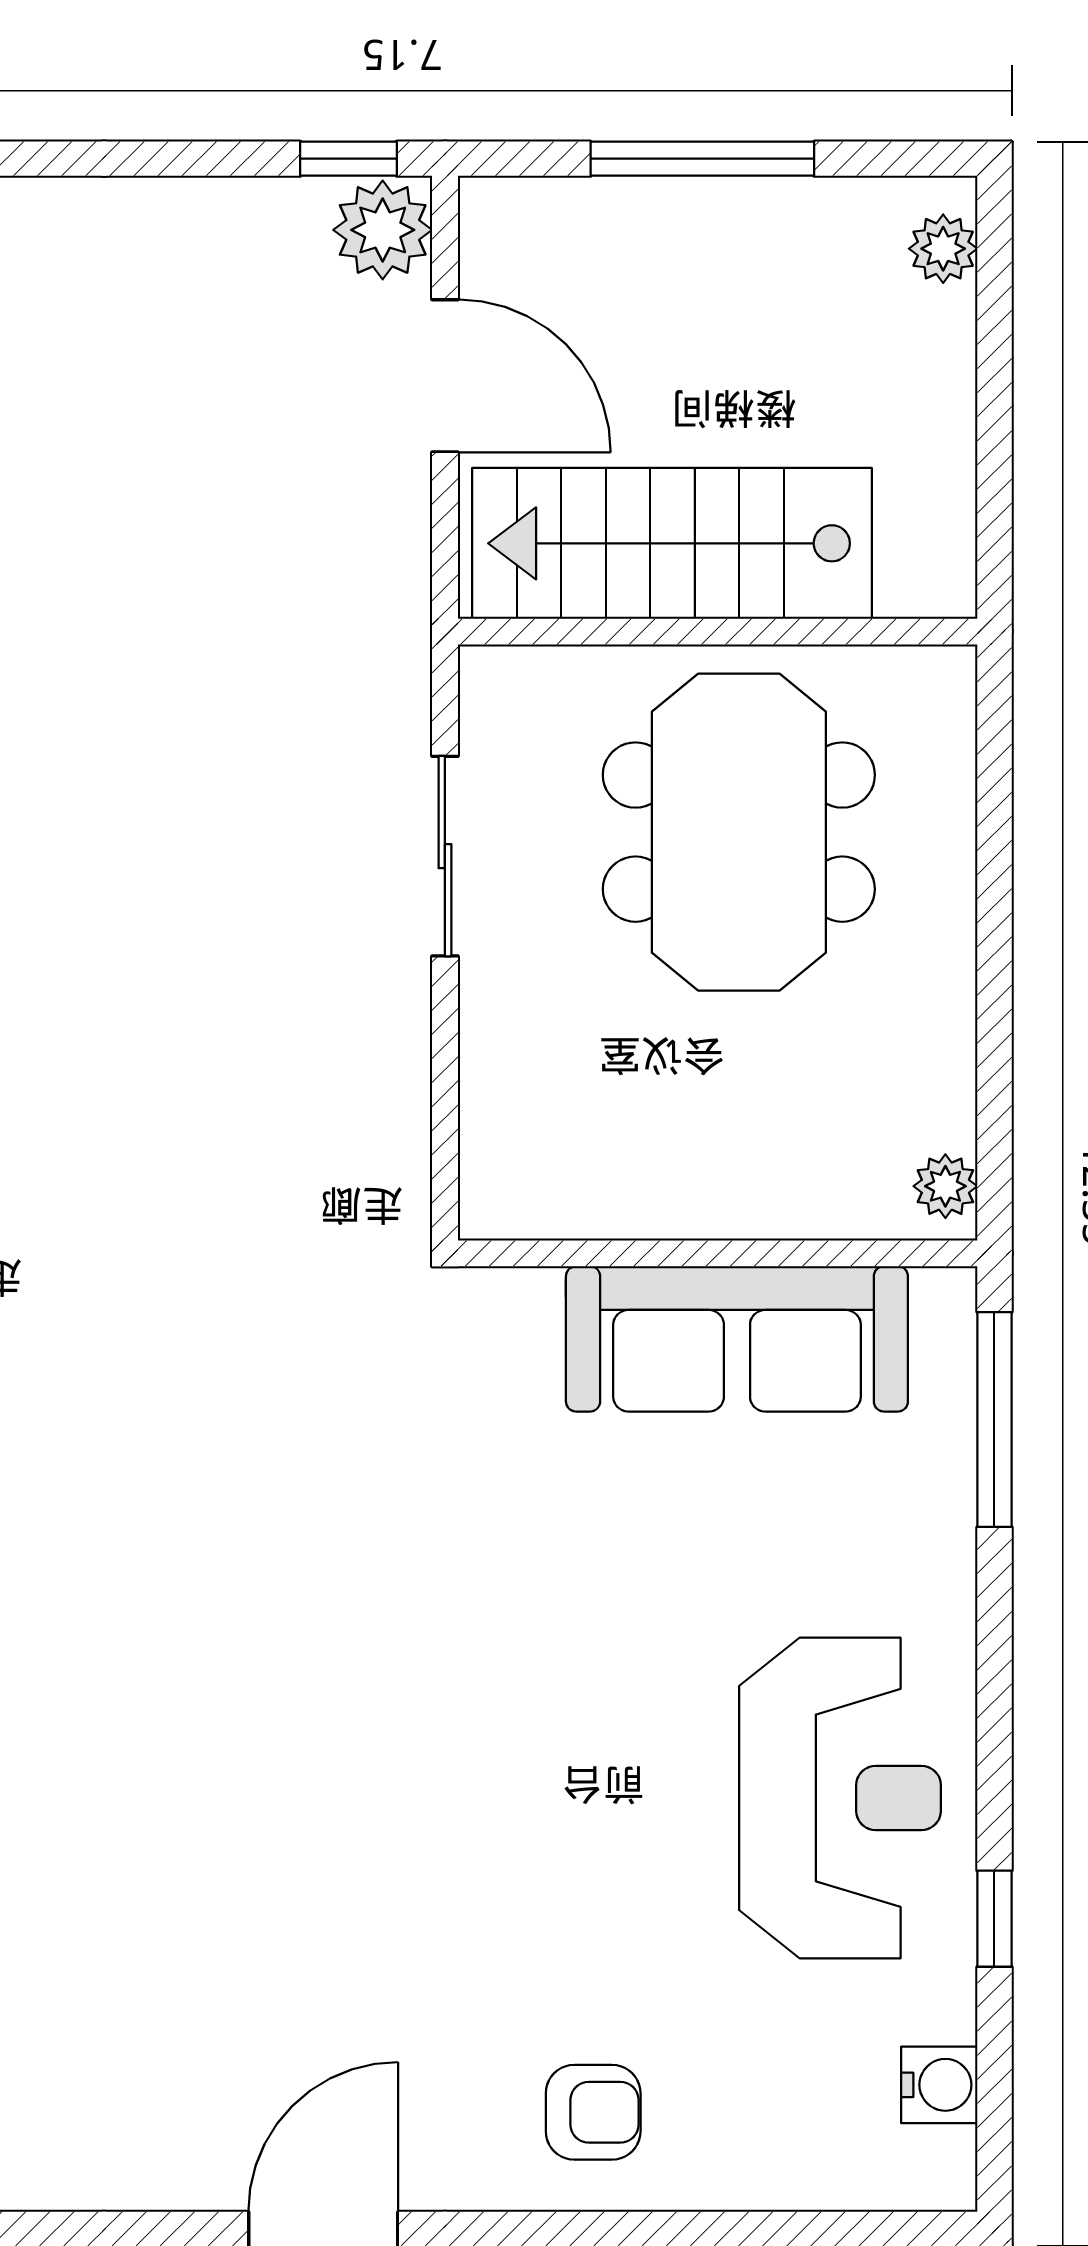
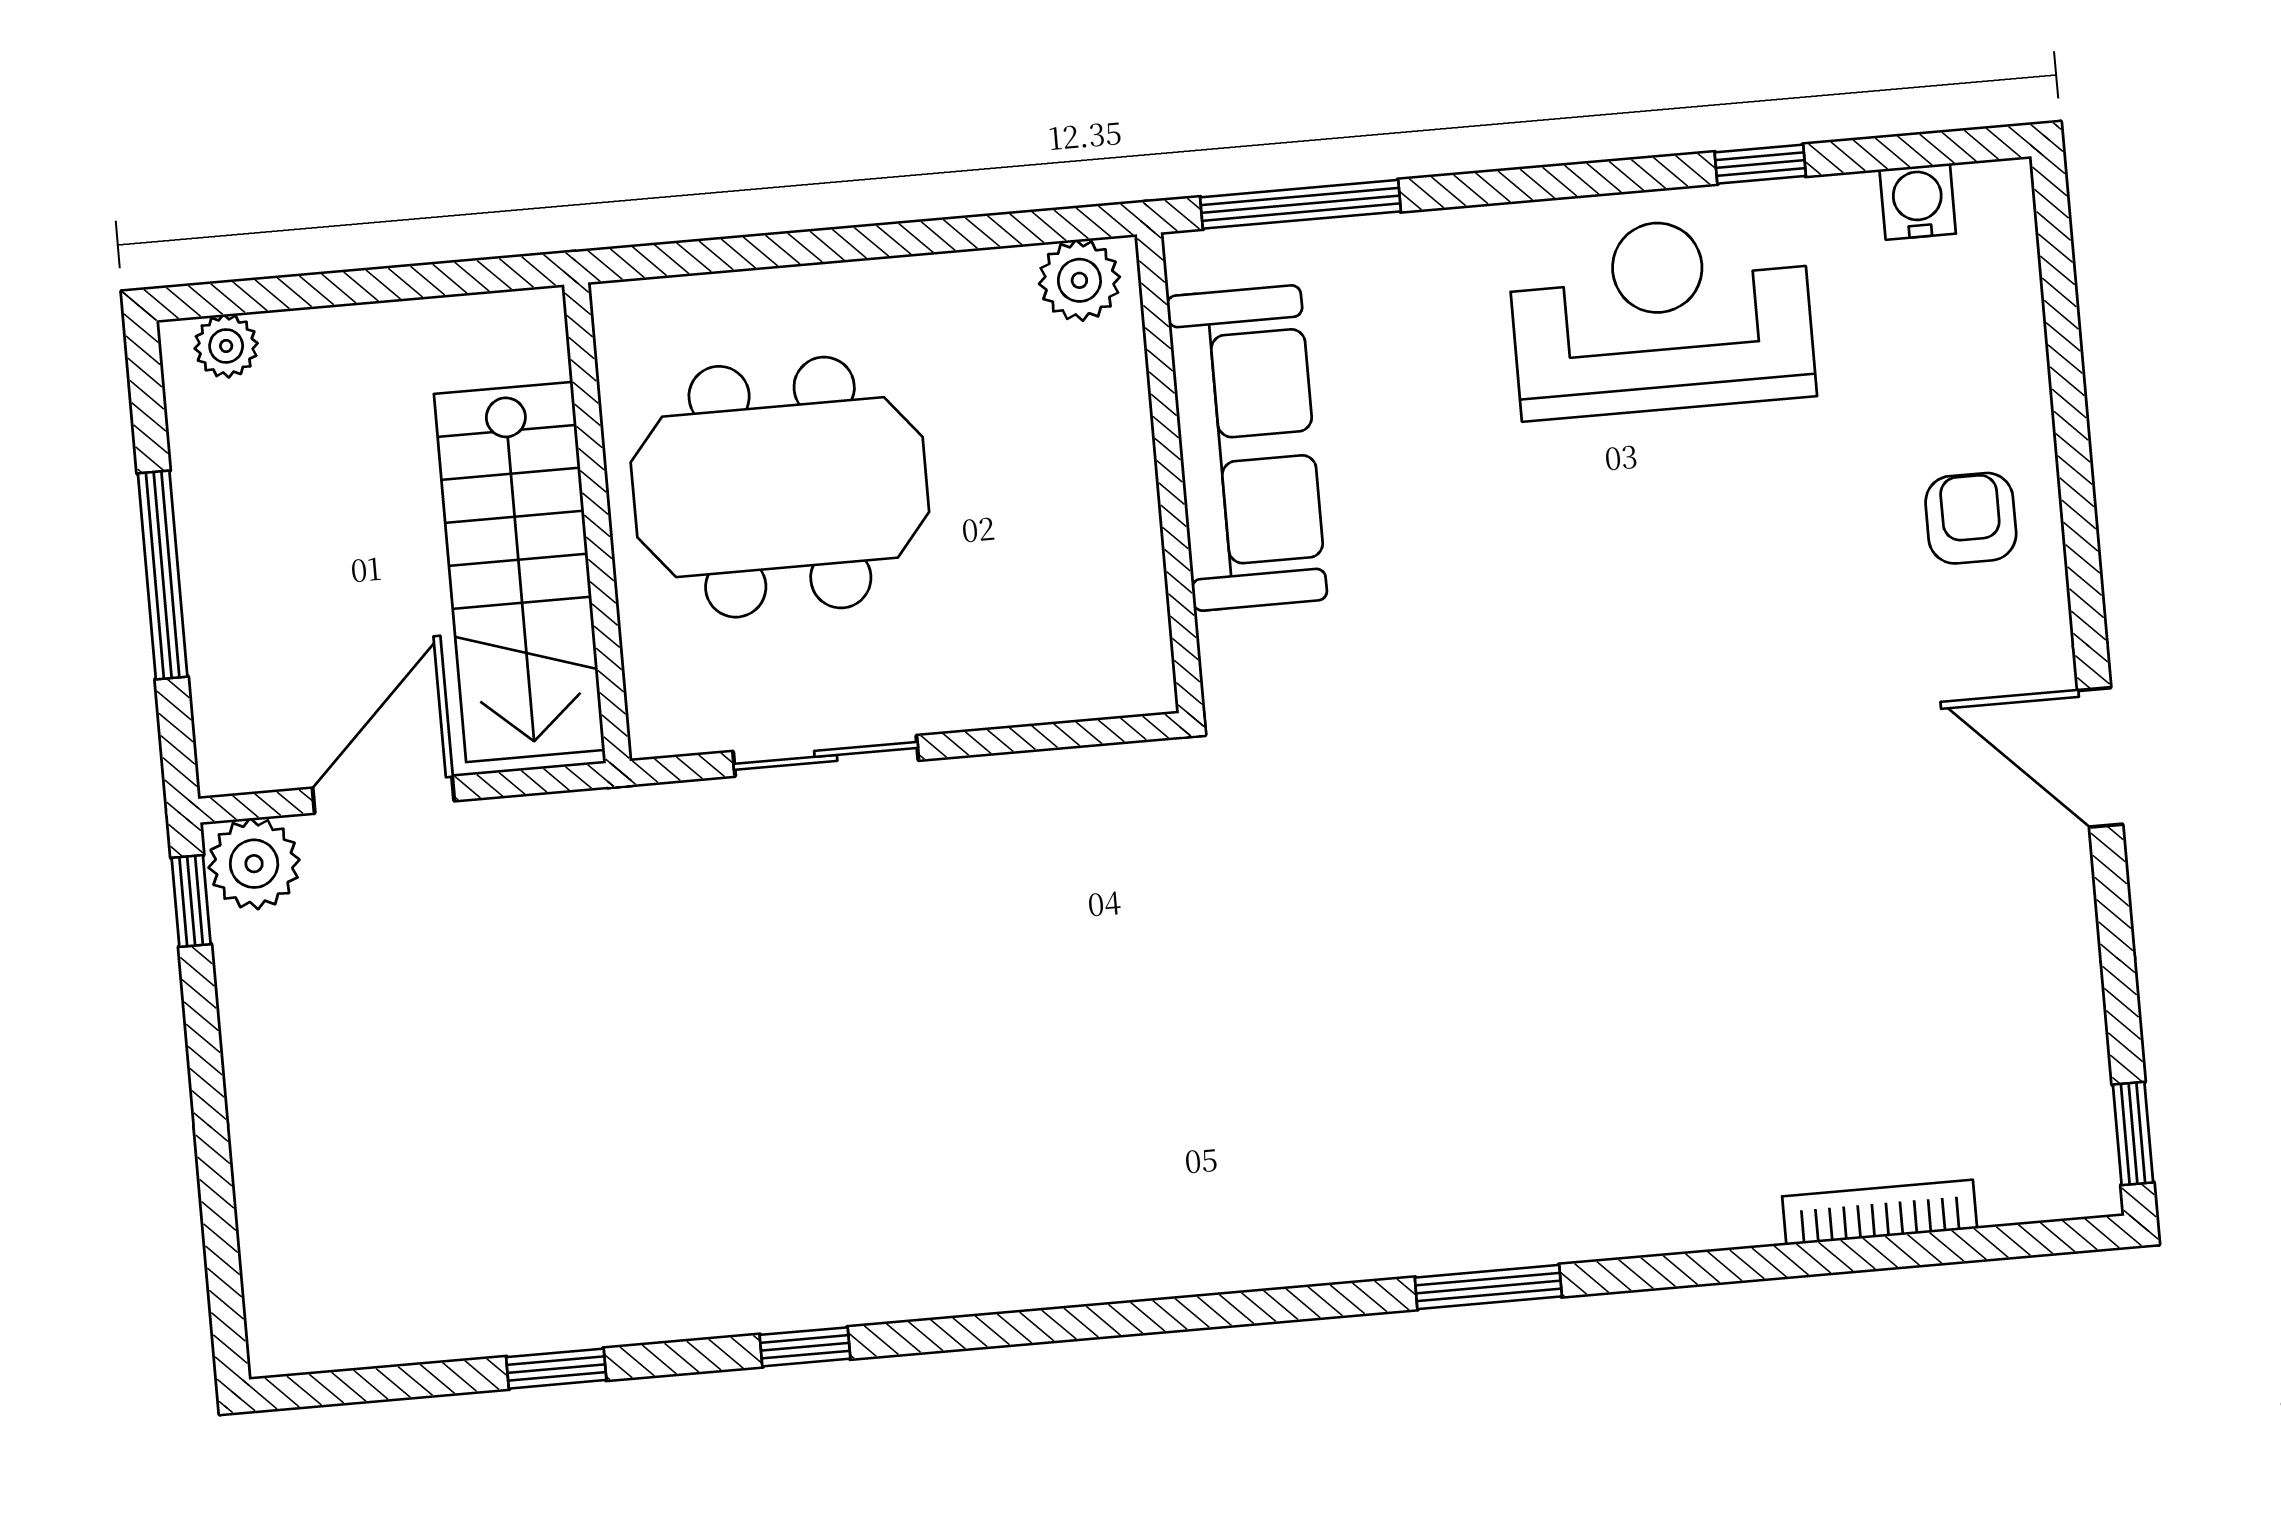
plant: (945, 1186) -> (1079, 280), width x1.38, depth x1.38

